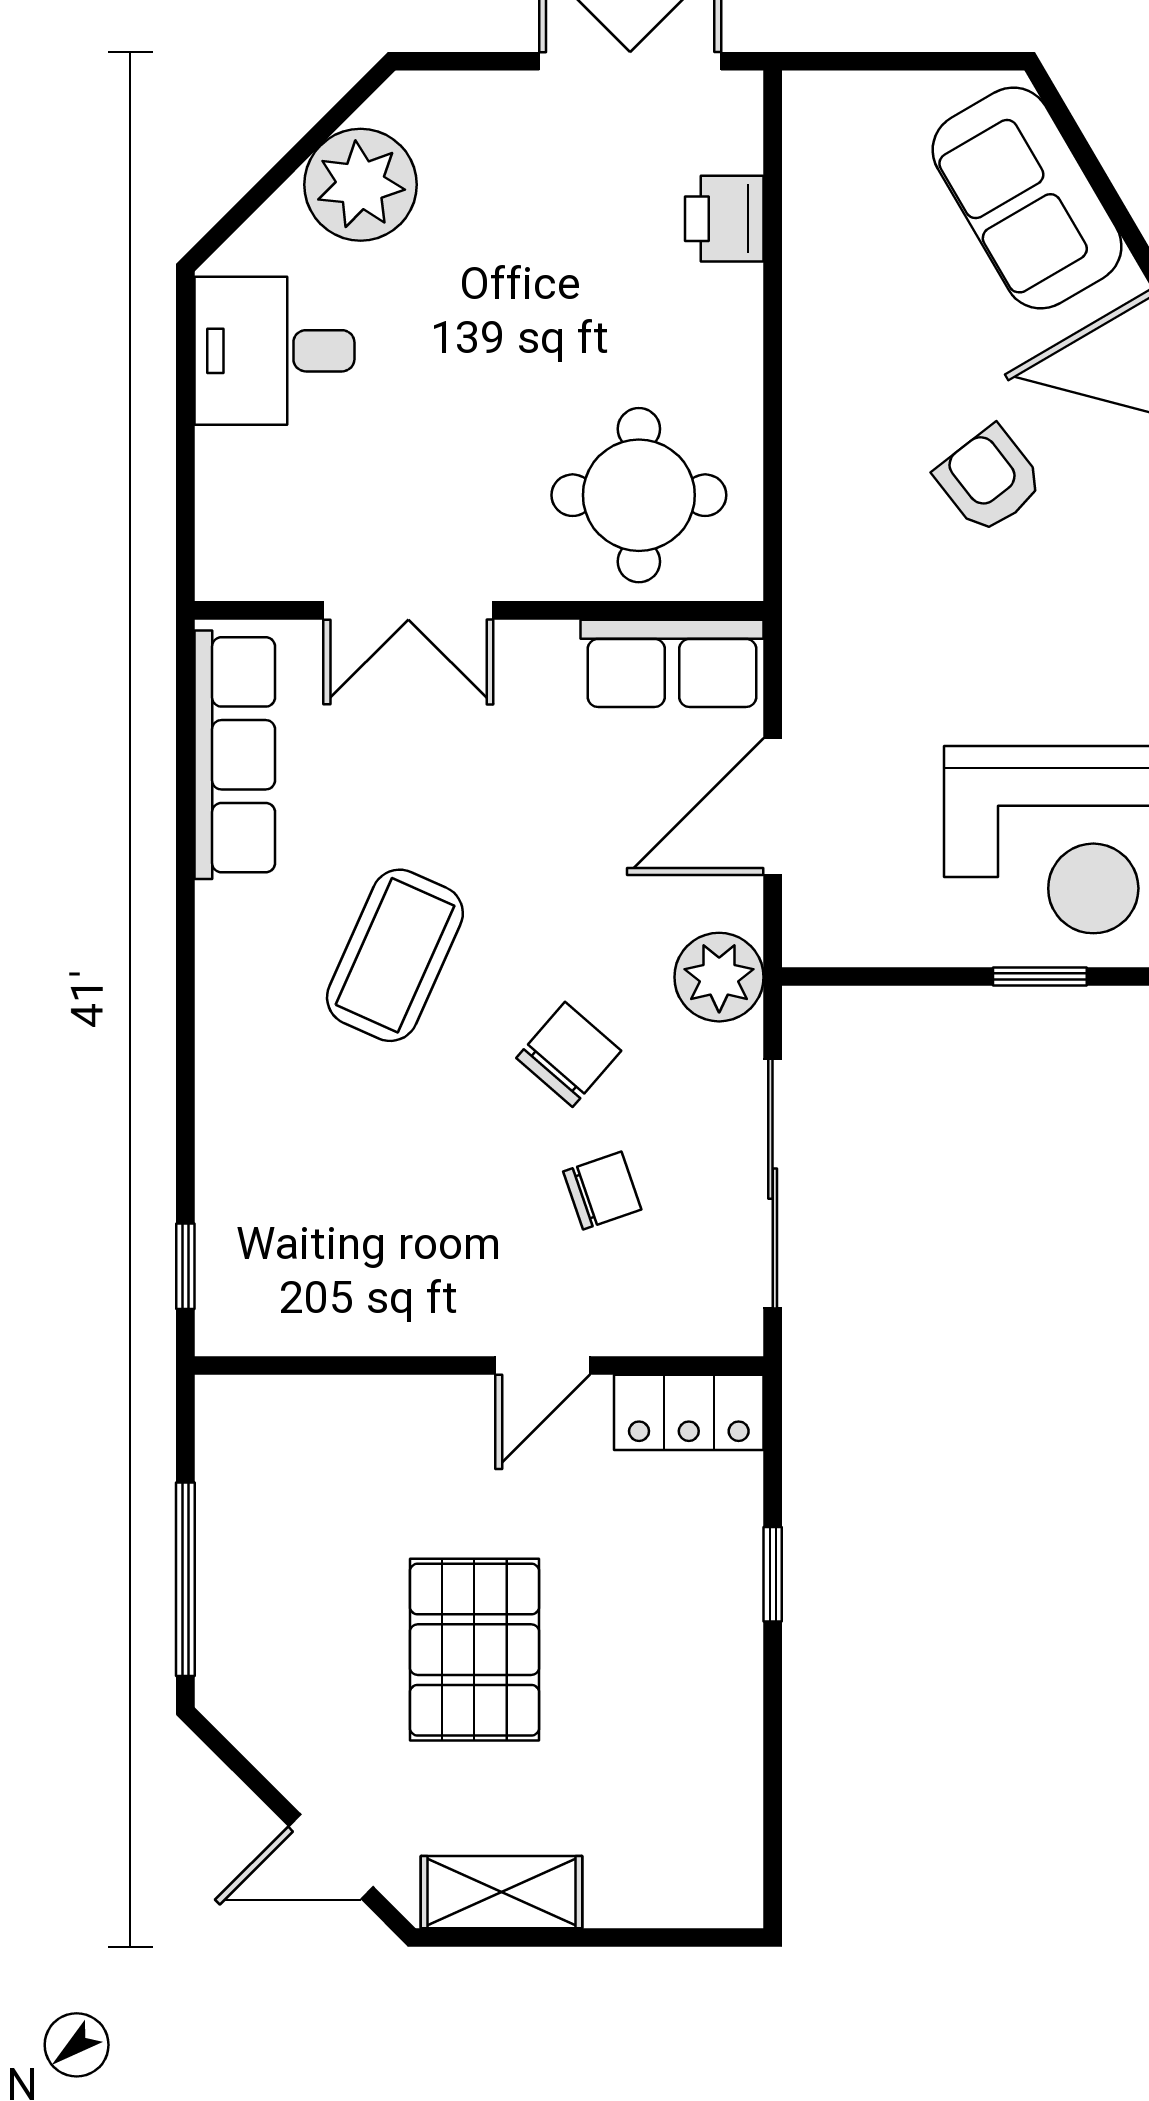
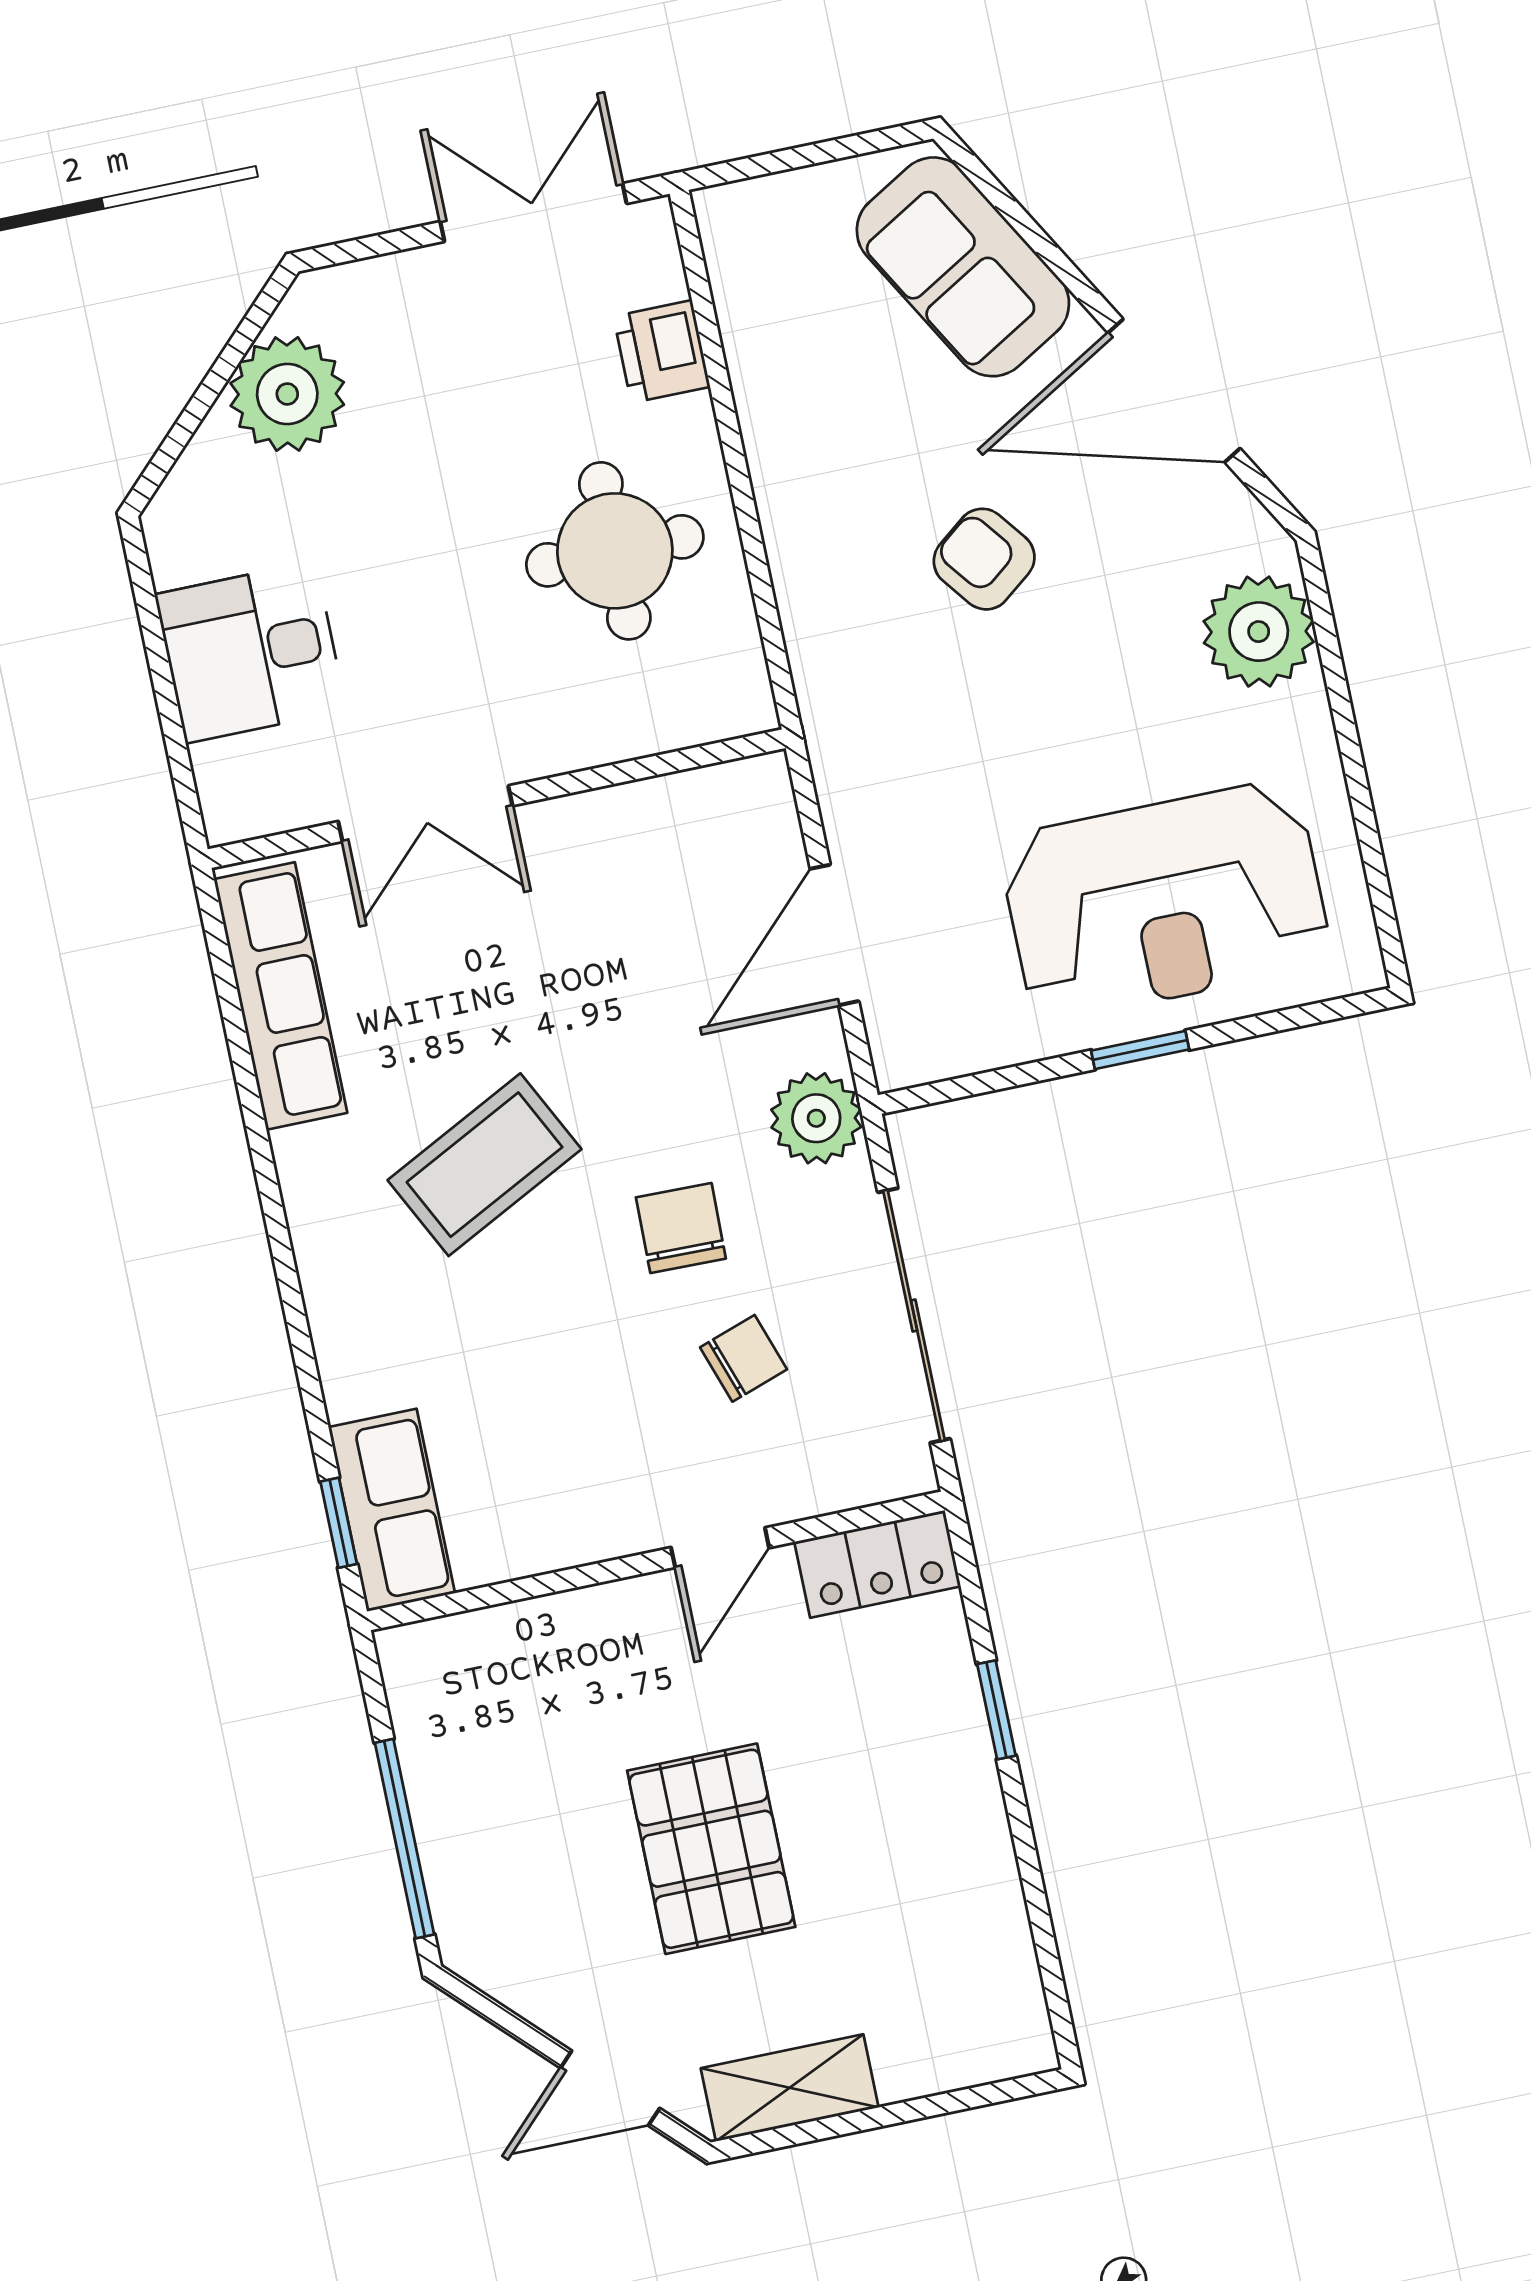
desk: (274, 351) -> (250, 652), moved
round table: (639, 495) -> (615, 551), moved
row of seats: (672, 663) -> (392, 1510), moved, turned -90
coffee table: (395, 955) -> (485, 1165), turned 39
chair: (569, 1054) -> (681, 1228), turned -40

